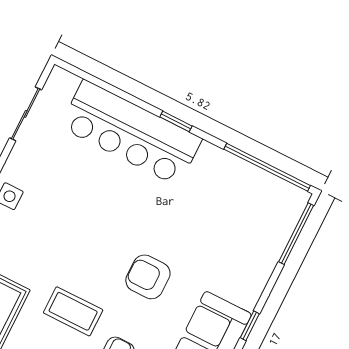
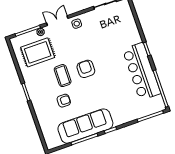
bar counter: (131, 133) -> (142, 71), moved
armchair: (148, 277) -> (86, 69), moved

